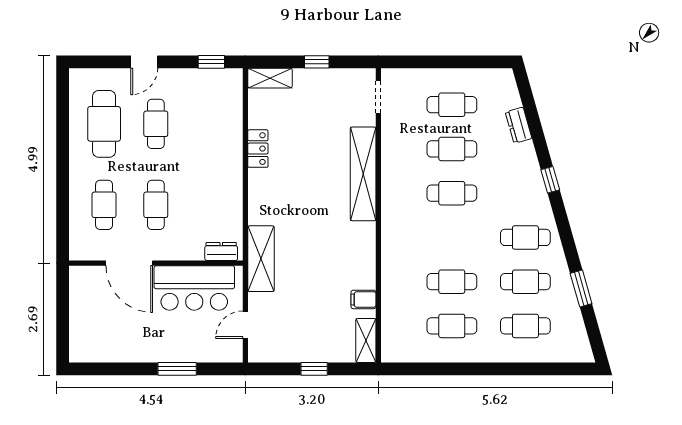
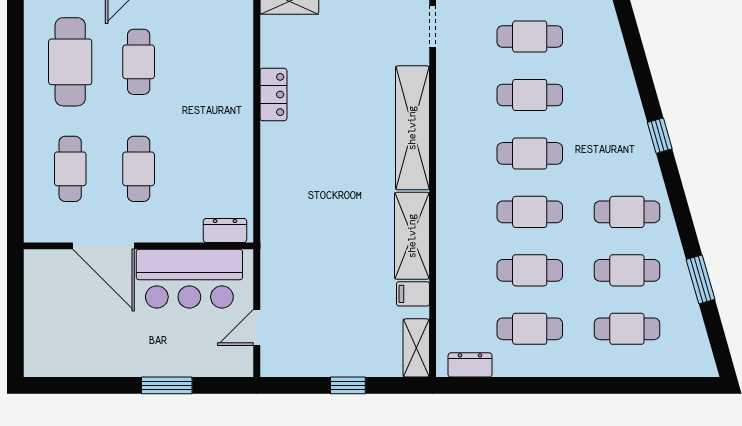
dresser: (519, 125) -> (470, 365), moved, turned 106
cafe table: (452, 237) -> (530, 212), added
shelving: (261, 259) -> (412, 236), moved

